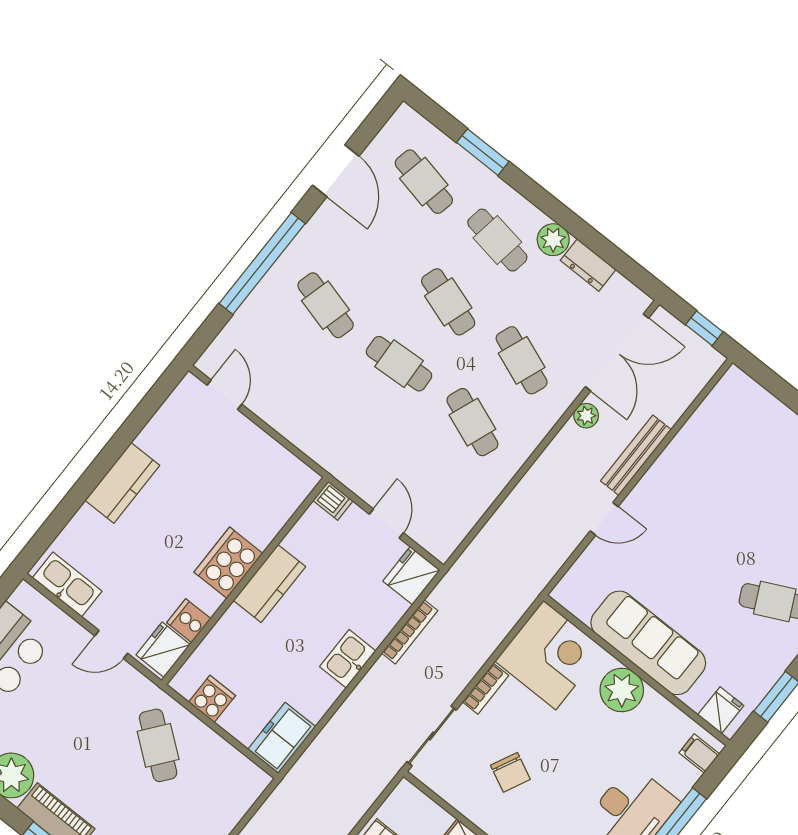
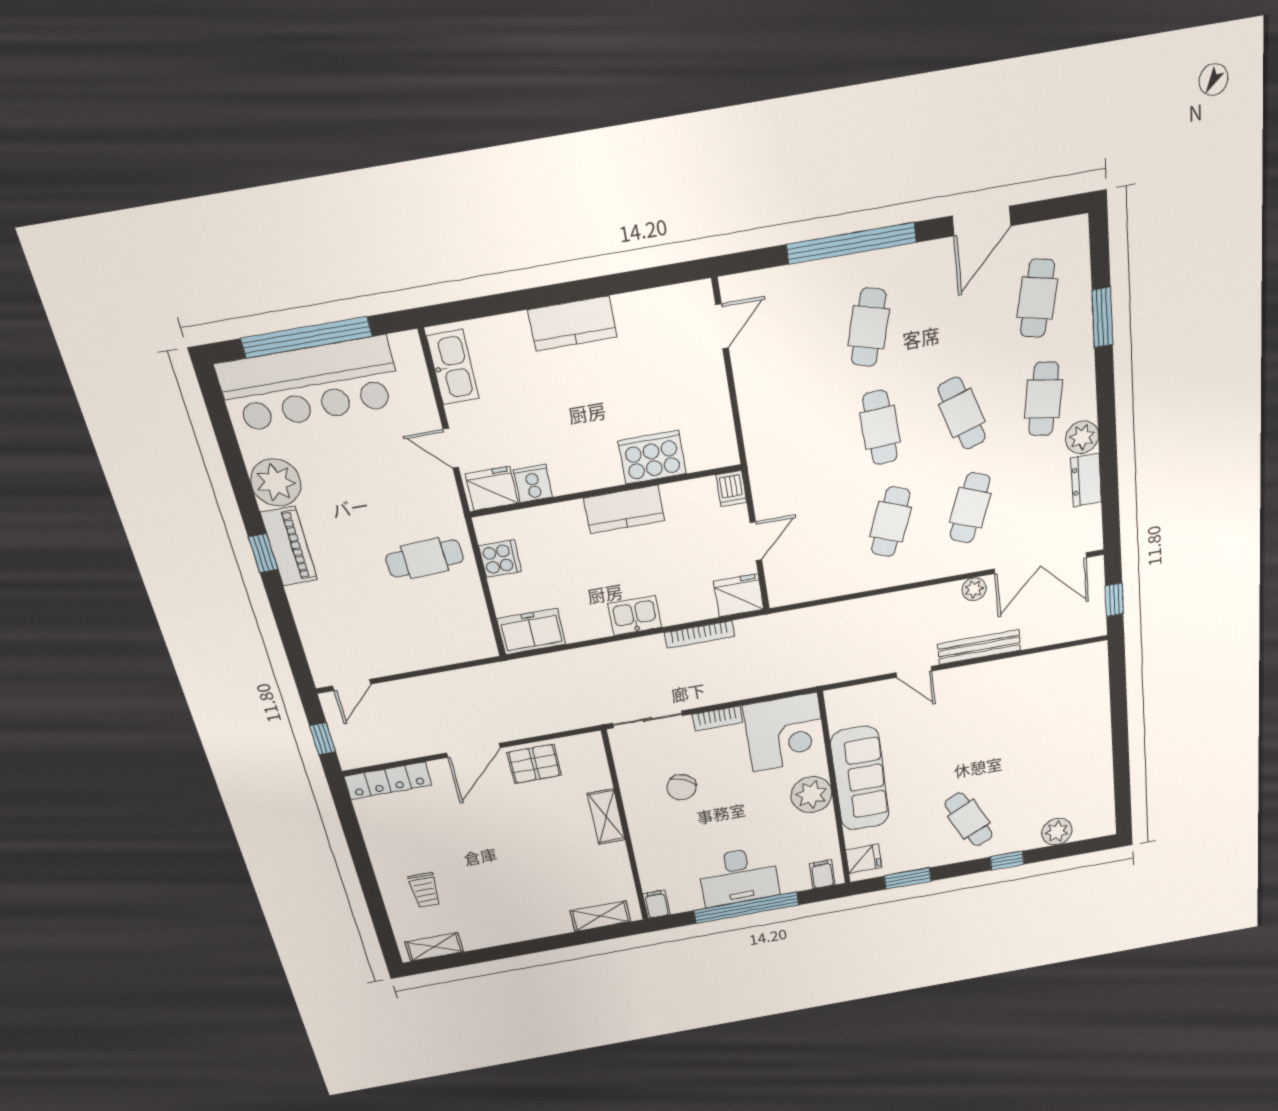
cafe table: (448, 302) -> (962, 413), turned -36
cooker: (228, 563) -> (652, 457), moved
cafe table: (158, 745) -> (425, 558), turned 49

